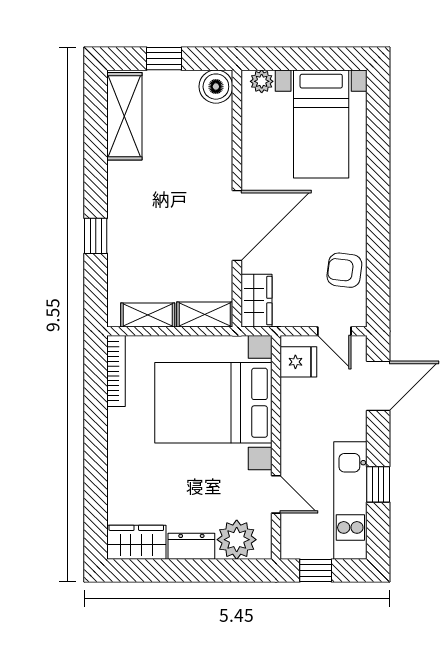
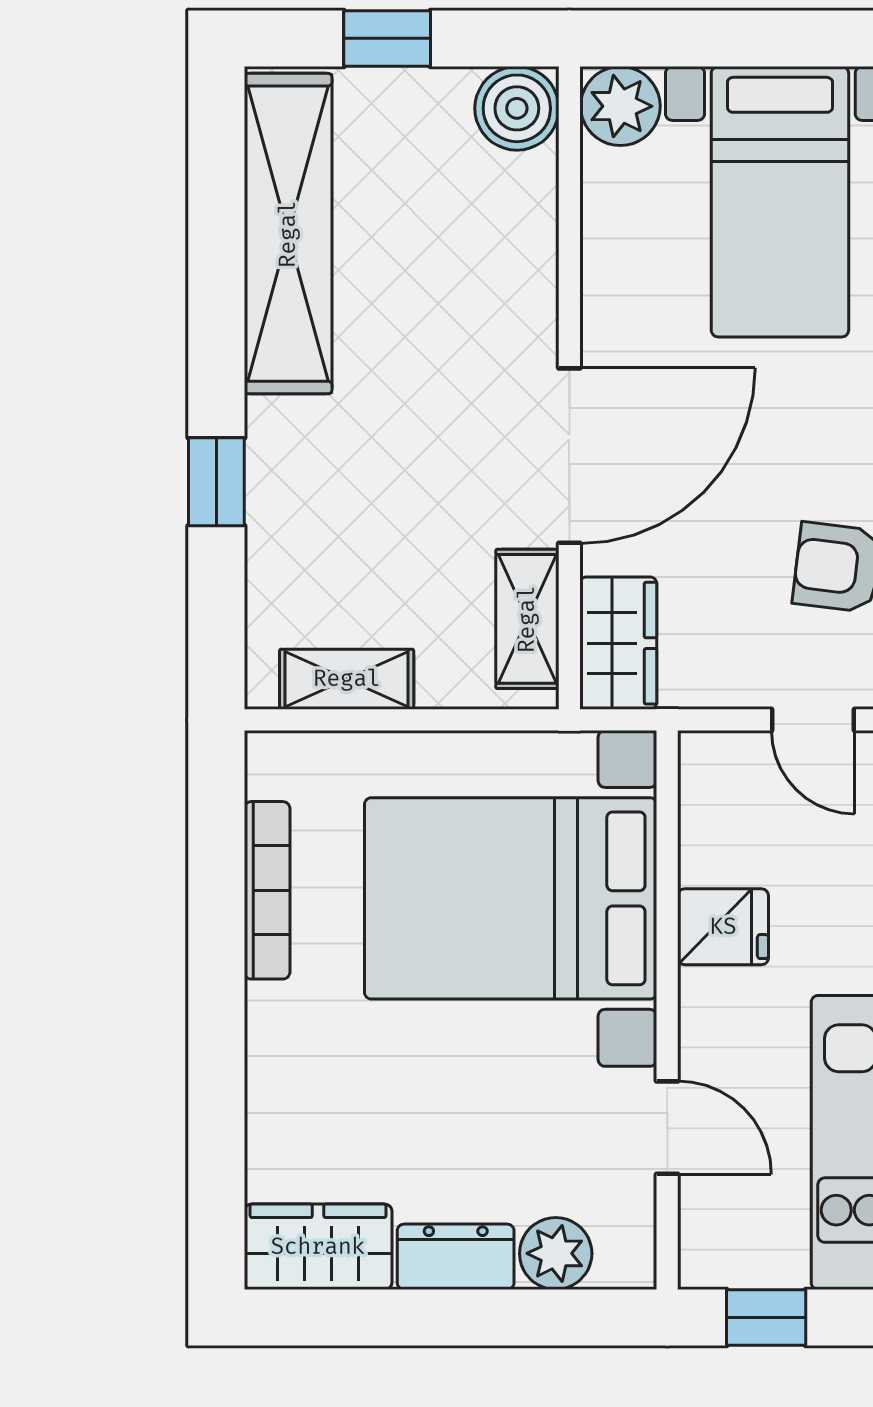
plant: (262, 81) -> (620, 106), width x1.38, depth x1.38
shelving: (124, 116) -> (288, 234), width x1.47
shelving: (205, 315) -> (527, 619), moved, turned 90
fridge: (298, 362) -> (723, 927), moved
bookcase: (116, 371) -> (267, 890), moved
plant: (237, 540) -> (556, 1253), width x0.73, depth x0.73

